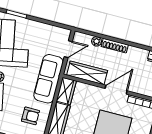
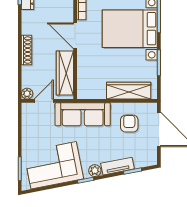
plant: (97, 41) -> (27, 94), moved
door: (68, 49) -> (44, 101), hinge flipped
wardrobe: (66, 91) -> (91, 91), removed

